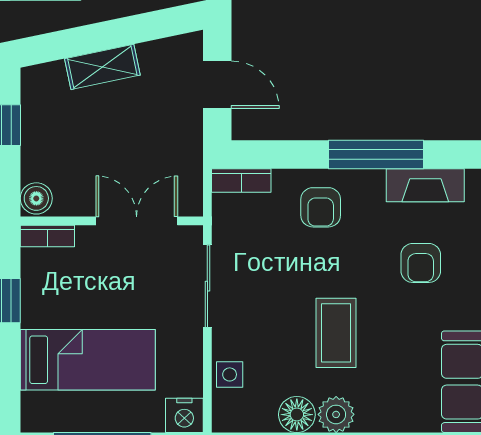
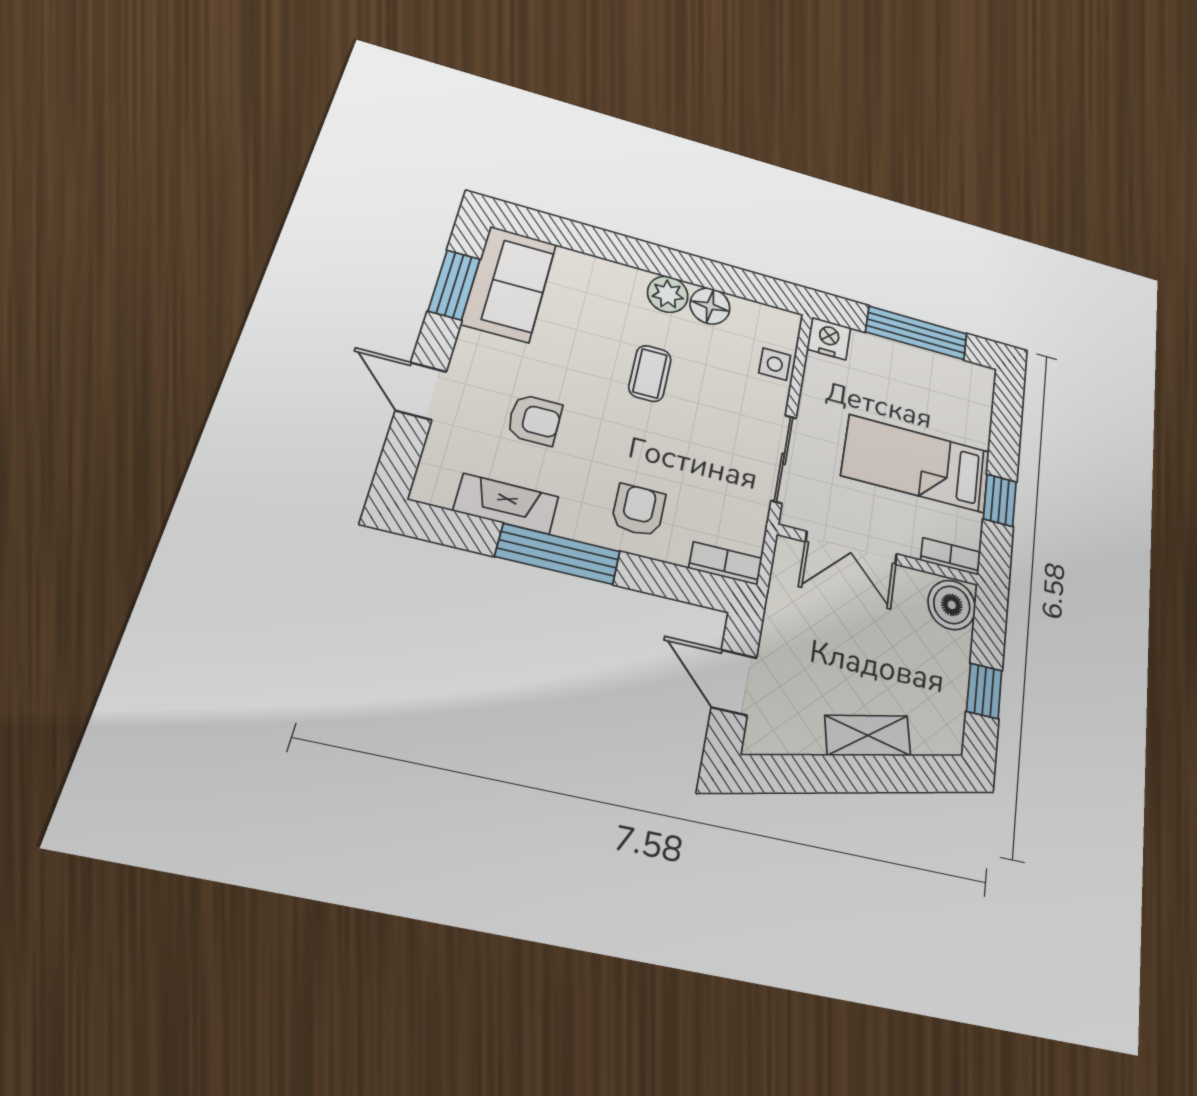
boiler: (36, 198) -> (952, 605), width x1.36, depth x1.36
armchair: (421, 263) -> (534, 420), turned 90
coffee table: (336, 333) -> (650, 373), width x0.73, depth x0.77
bed: (88, 360) -> (916, 464), moved

